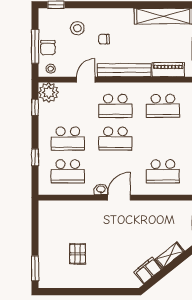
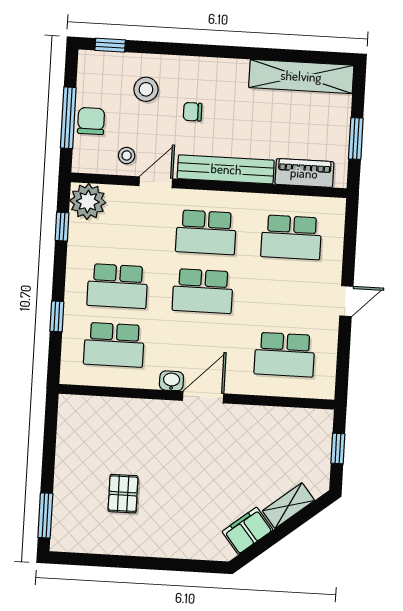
chair: (48, 48) -> (91, 121), turned 180
stool: (51, 69) -> (127, 155), moved

